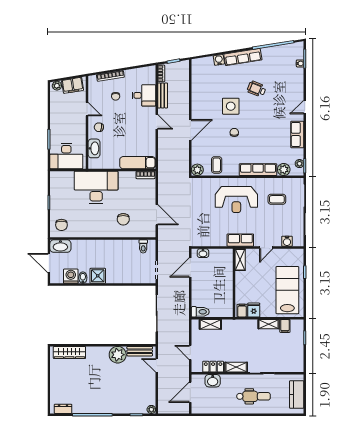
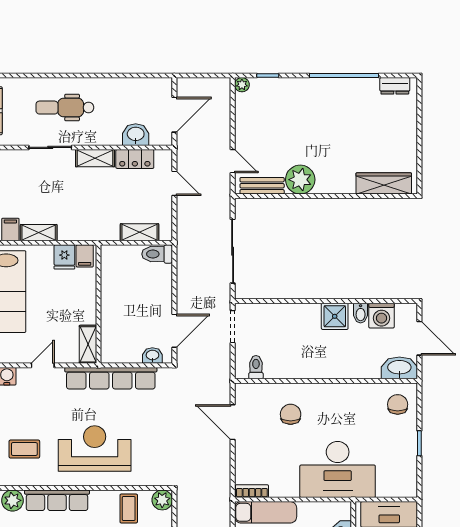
row of seats: (240, 240) -> (111, 378), width x2.02

